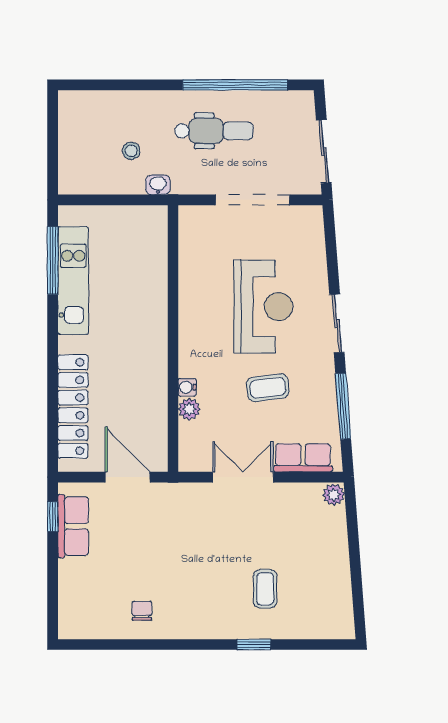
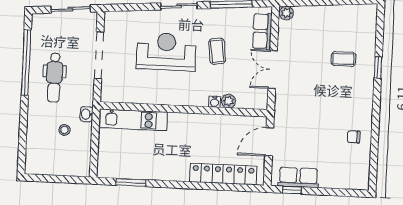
dental chair: (214, 131) -> (54, 77), turned 180
window: (53, 260) -> (131, 182), width x0.69
kitchen unit: (73, 281) -> (133, 120), moved, turned 180

